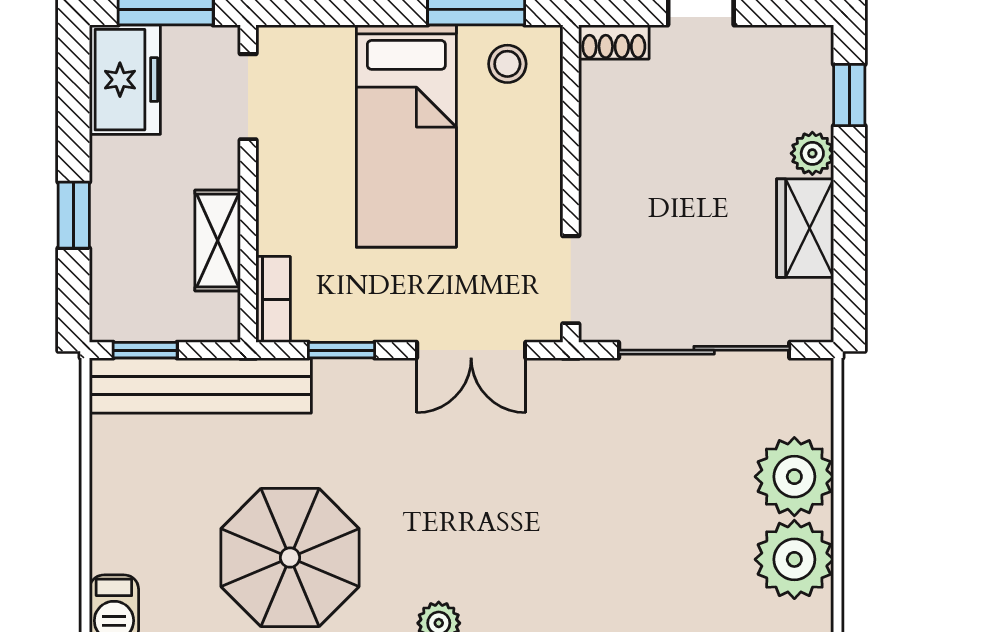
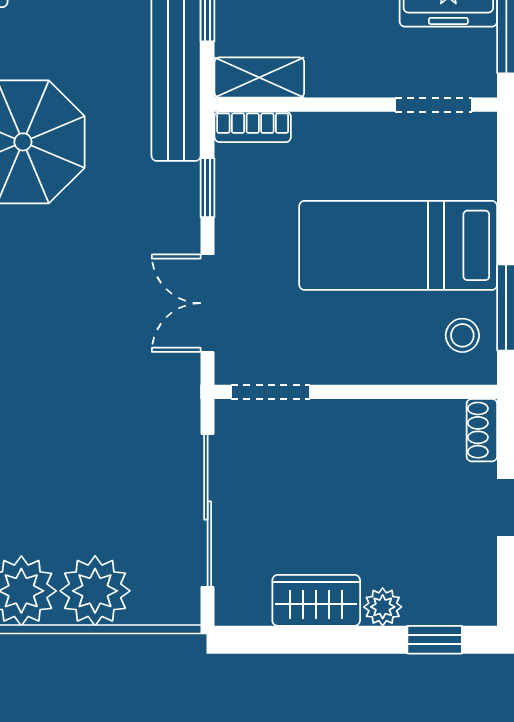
shelving: (218, 241) -> (259, 77), moved

